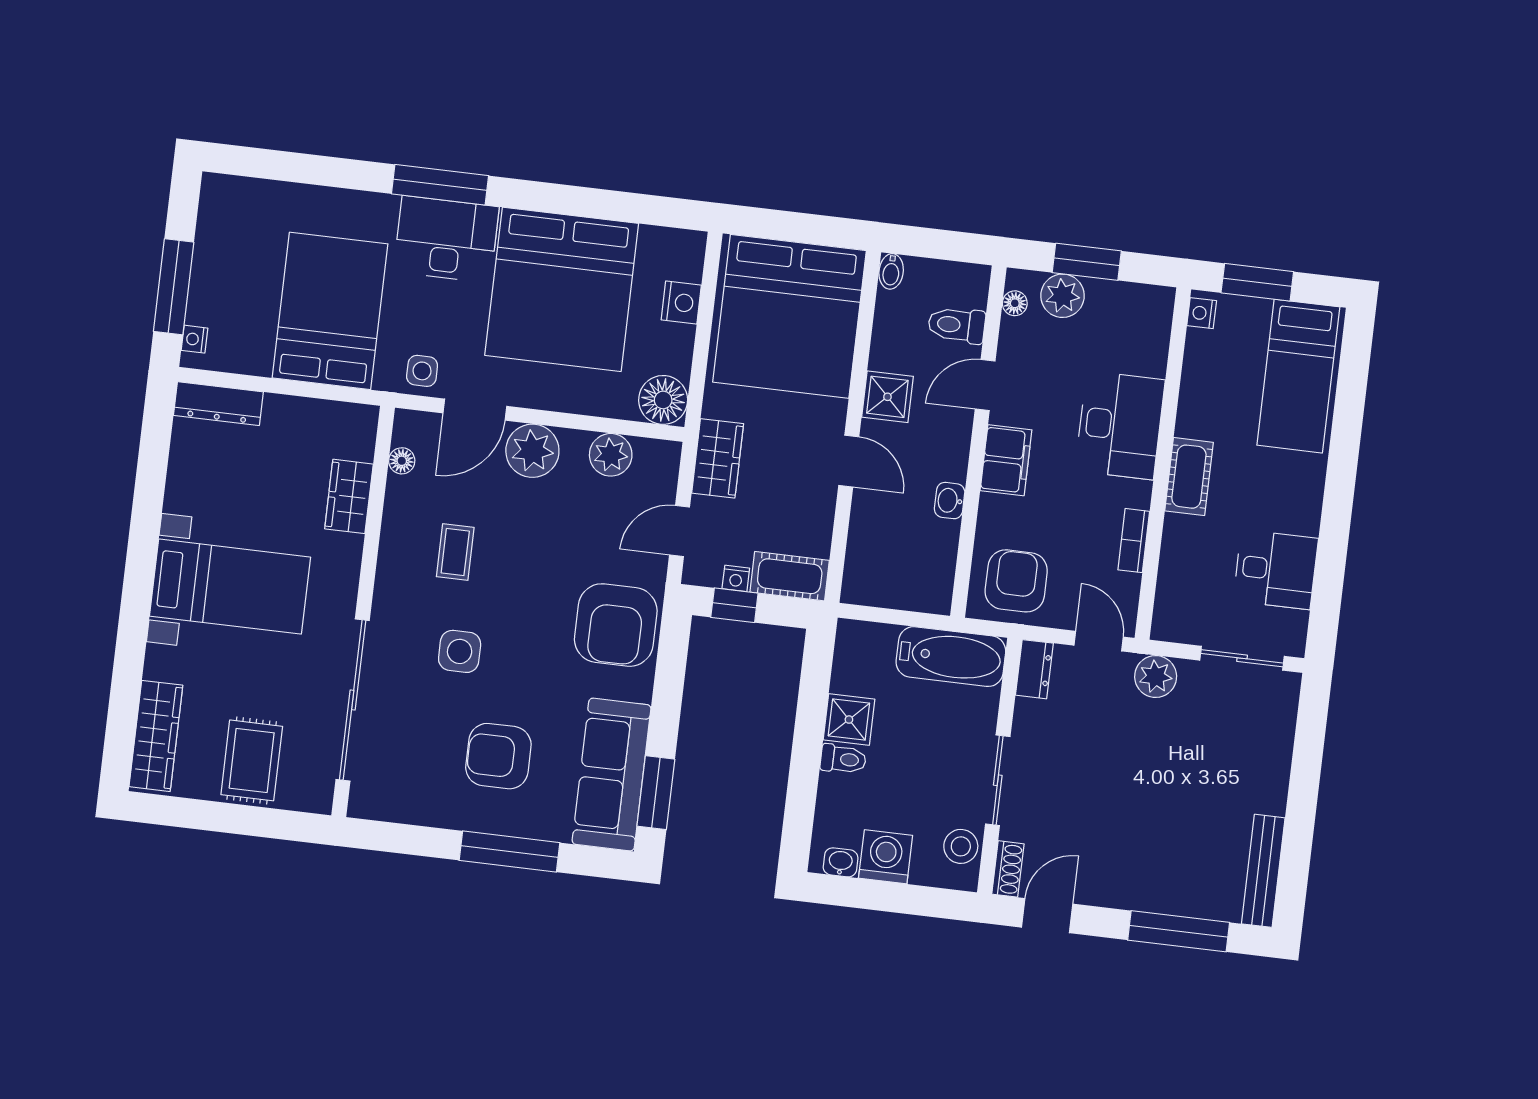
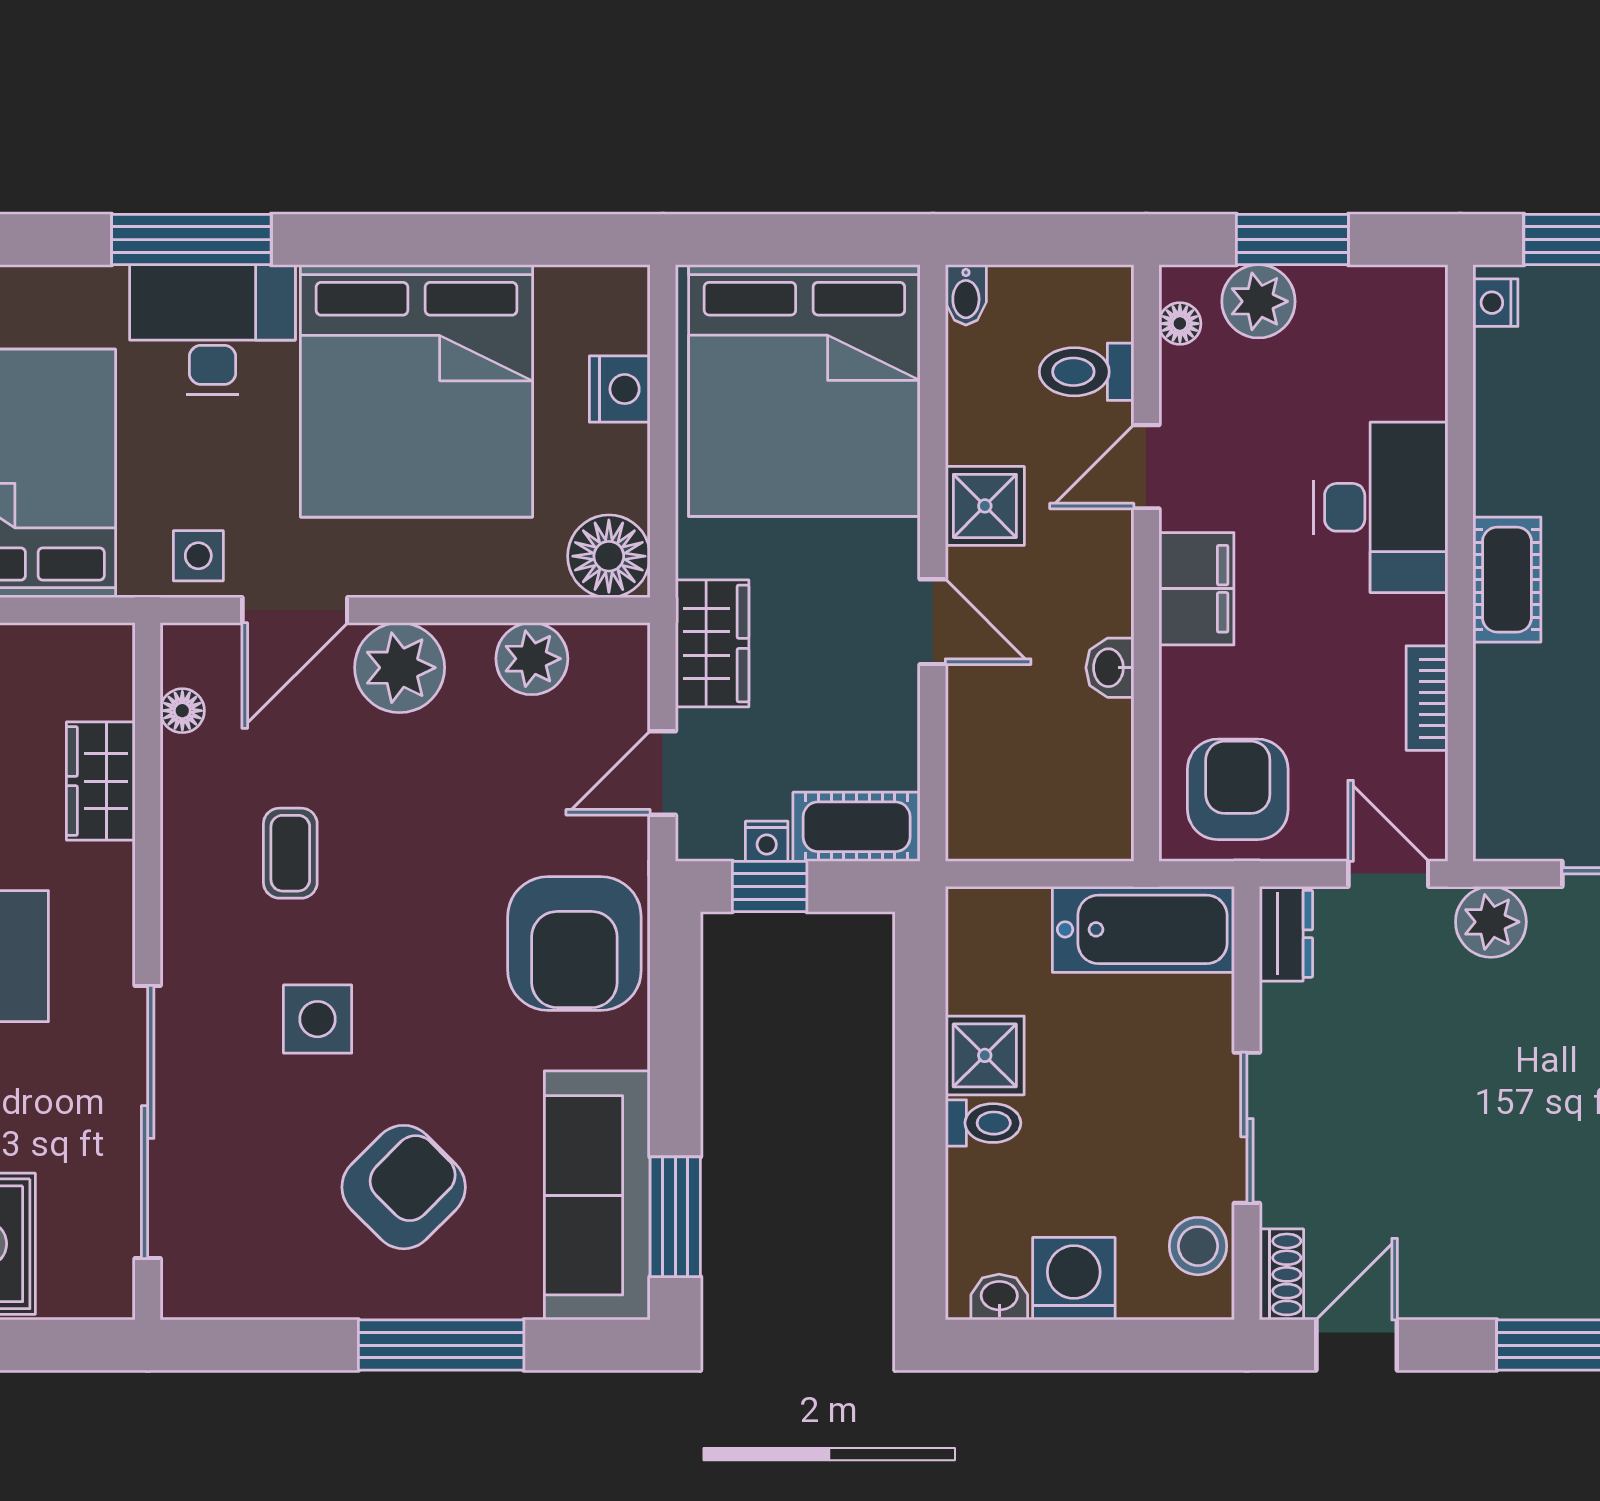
armchair: (498, 756) -> (404, 1187), turned 135

